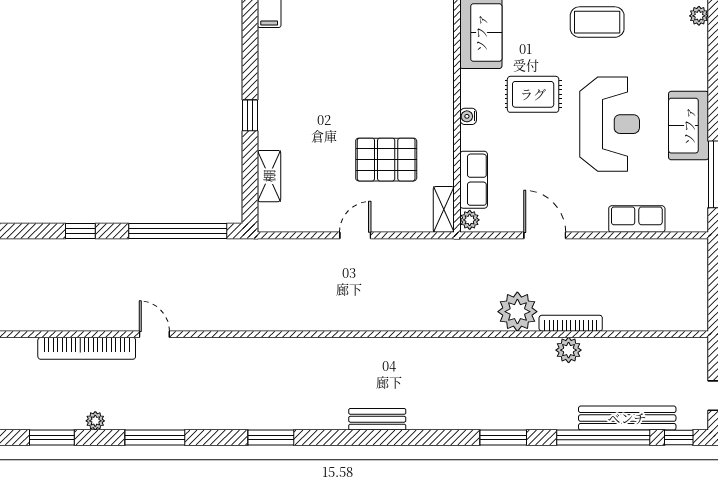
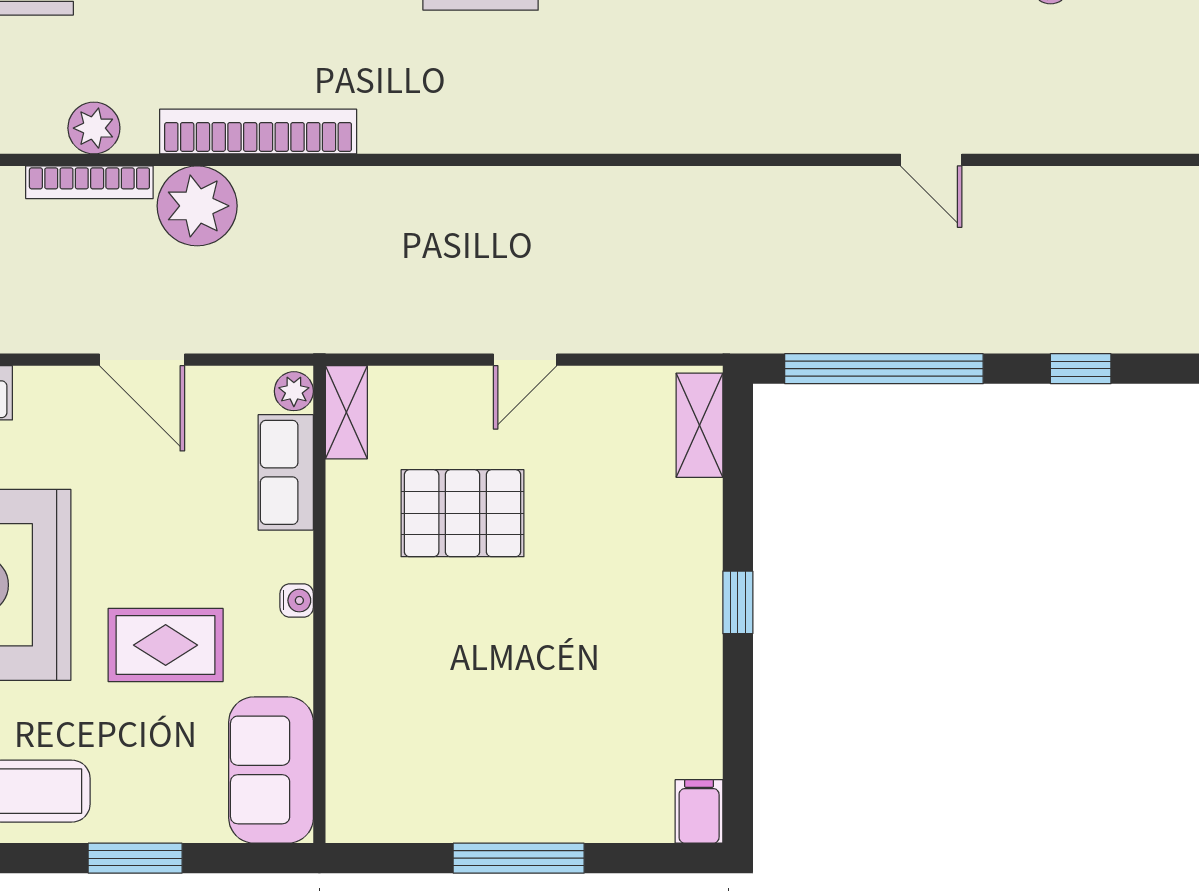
shelving: (269, 176) -> (699, 425), moved
bookcase: (87, 348) -> (258, 132), moved

